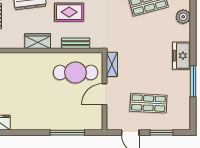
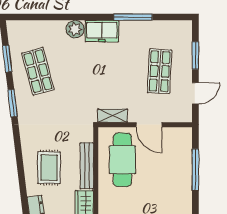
plant: (183, 17) -> (75, 29), moved
bench: (76, 43) -> (87, 166), width x1.36

